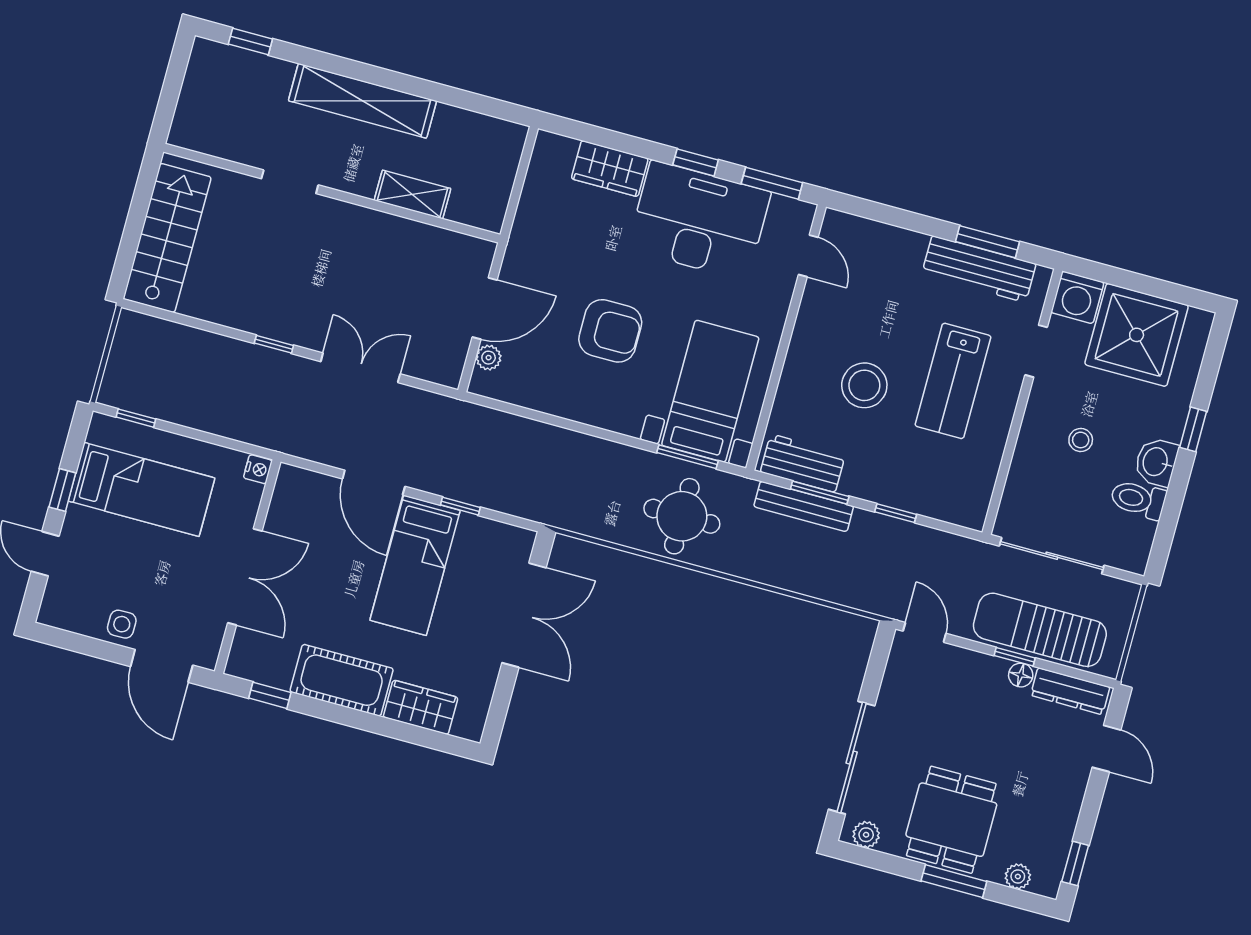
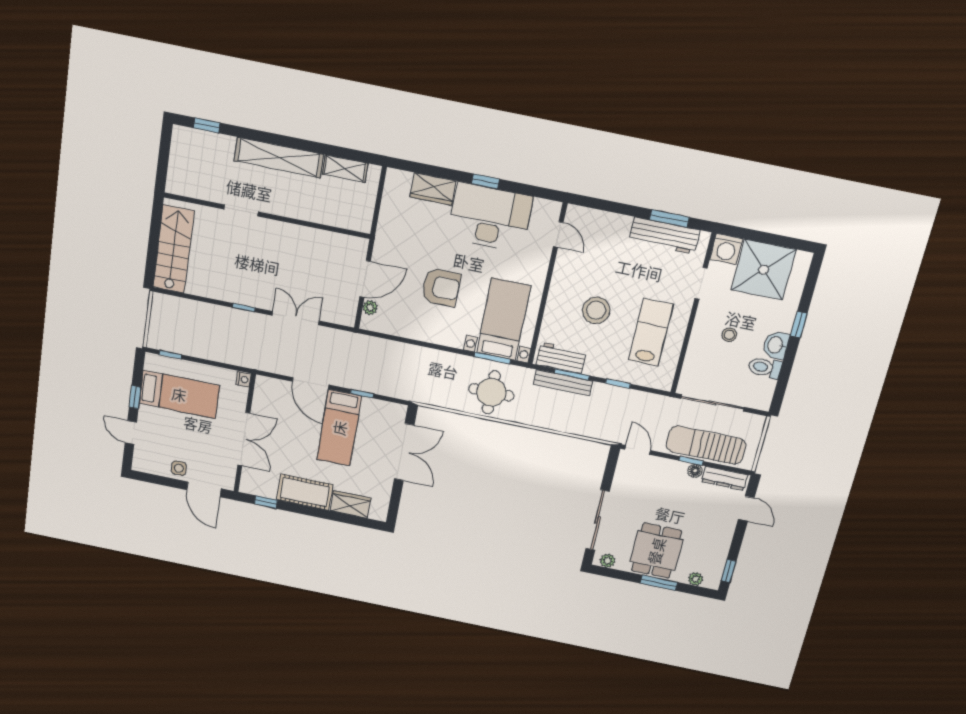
window: (772, 183) -> (533, 191), removed
shelving: (412, 194) -> (345, 169), moved
lab bench: (953, 381) -> (651, 332), moved, turned 180

